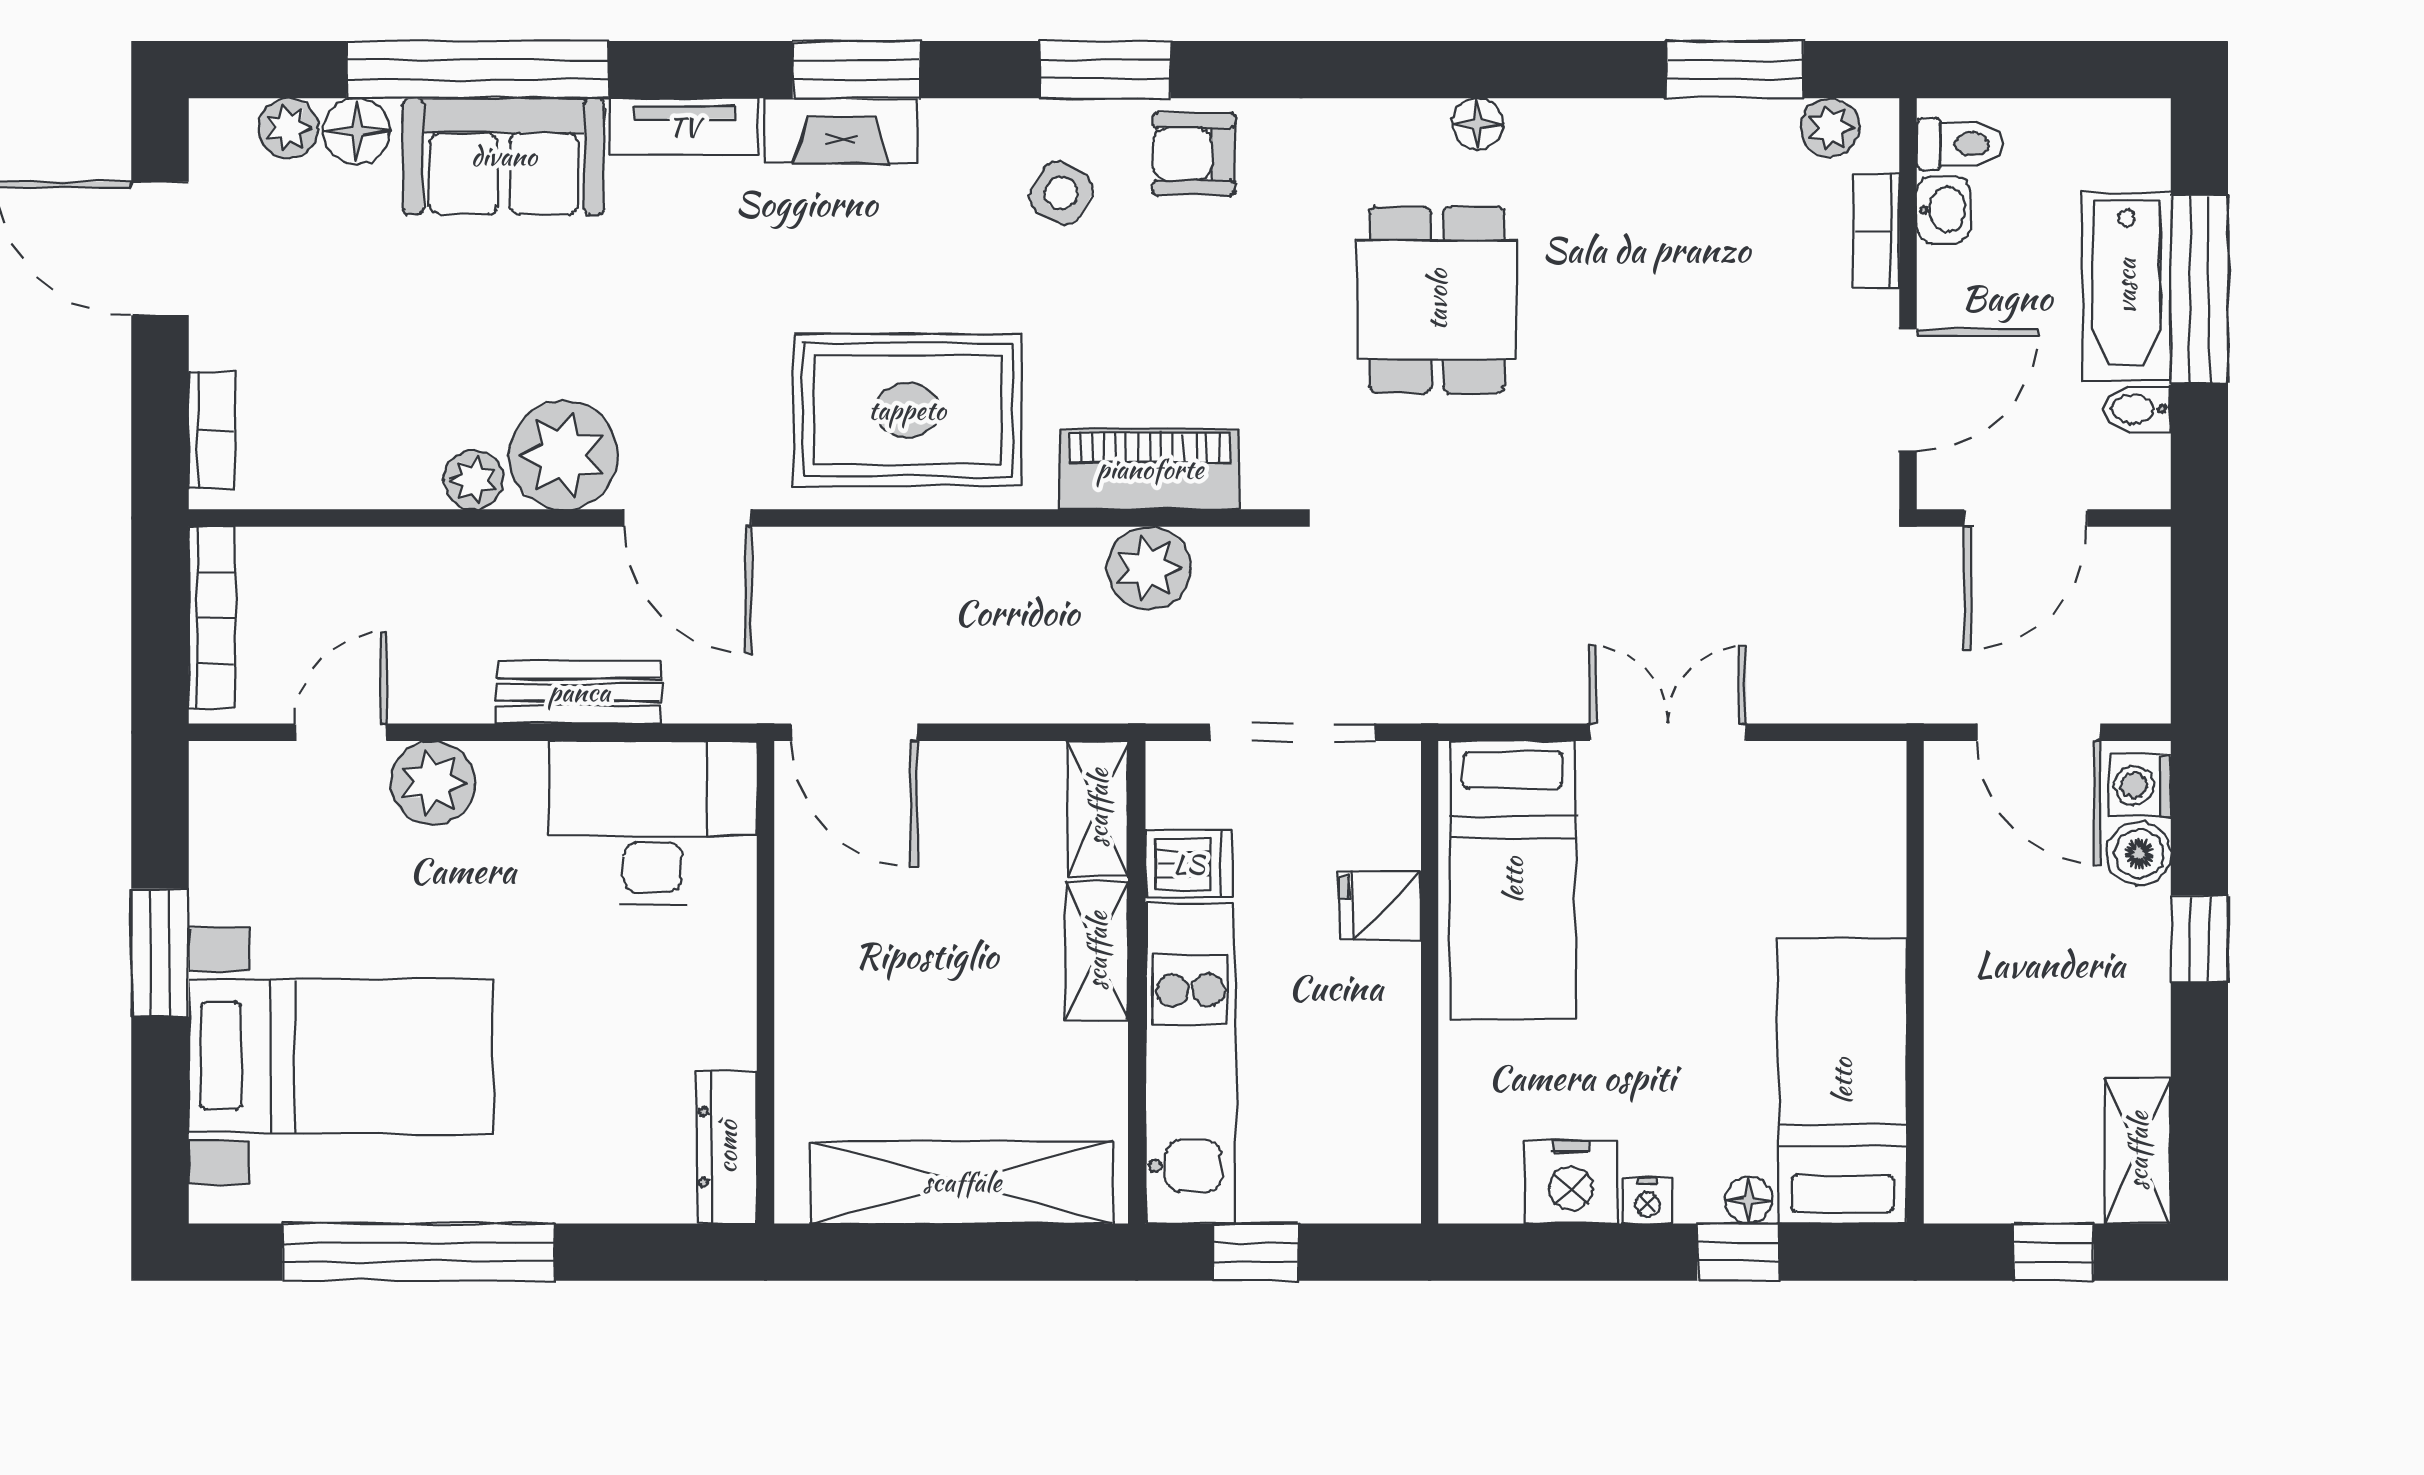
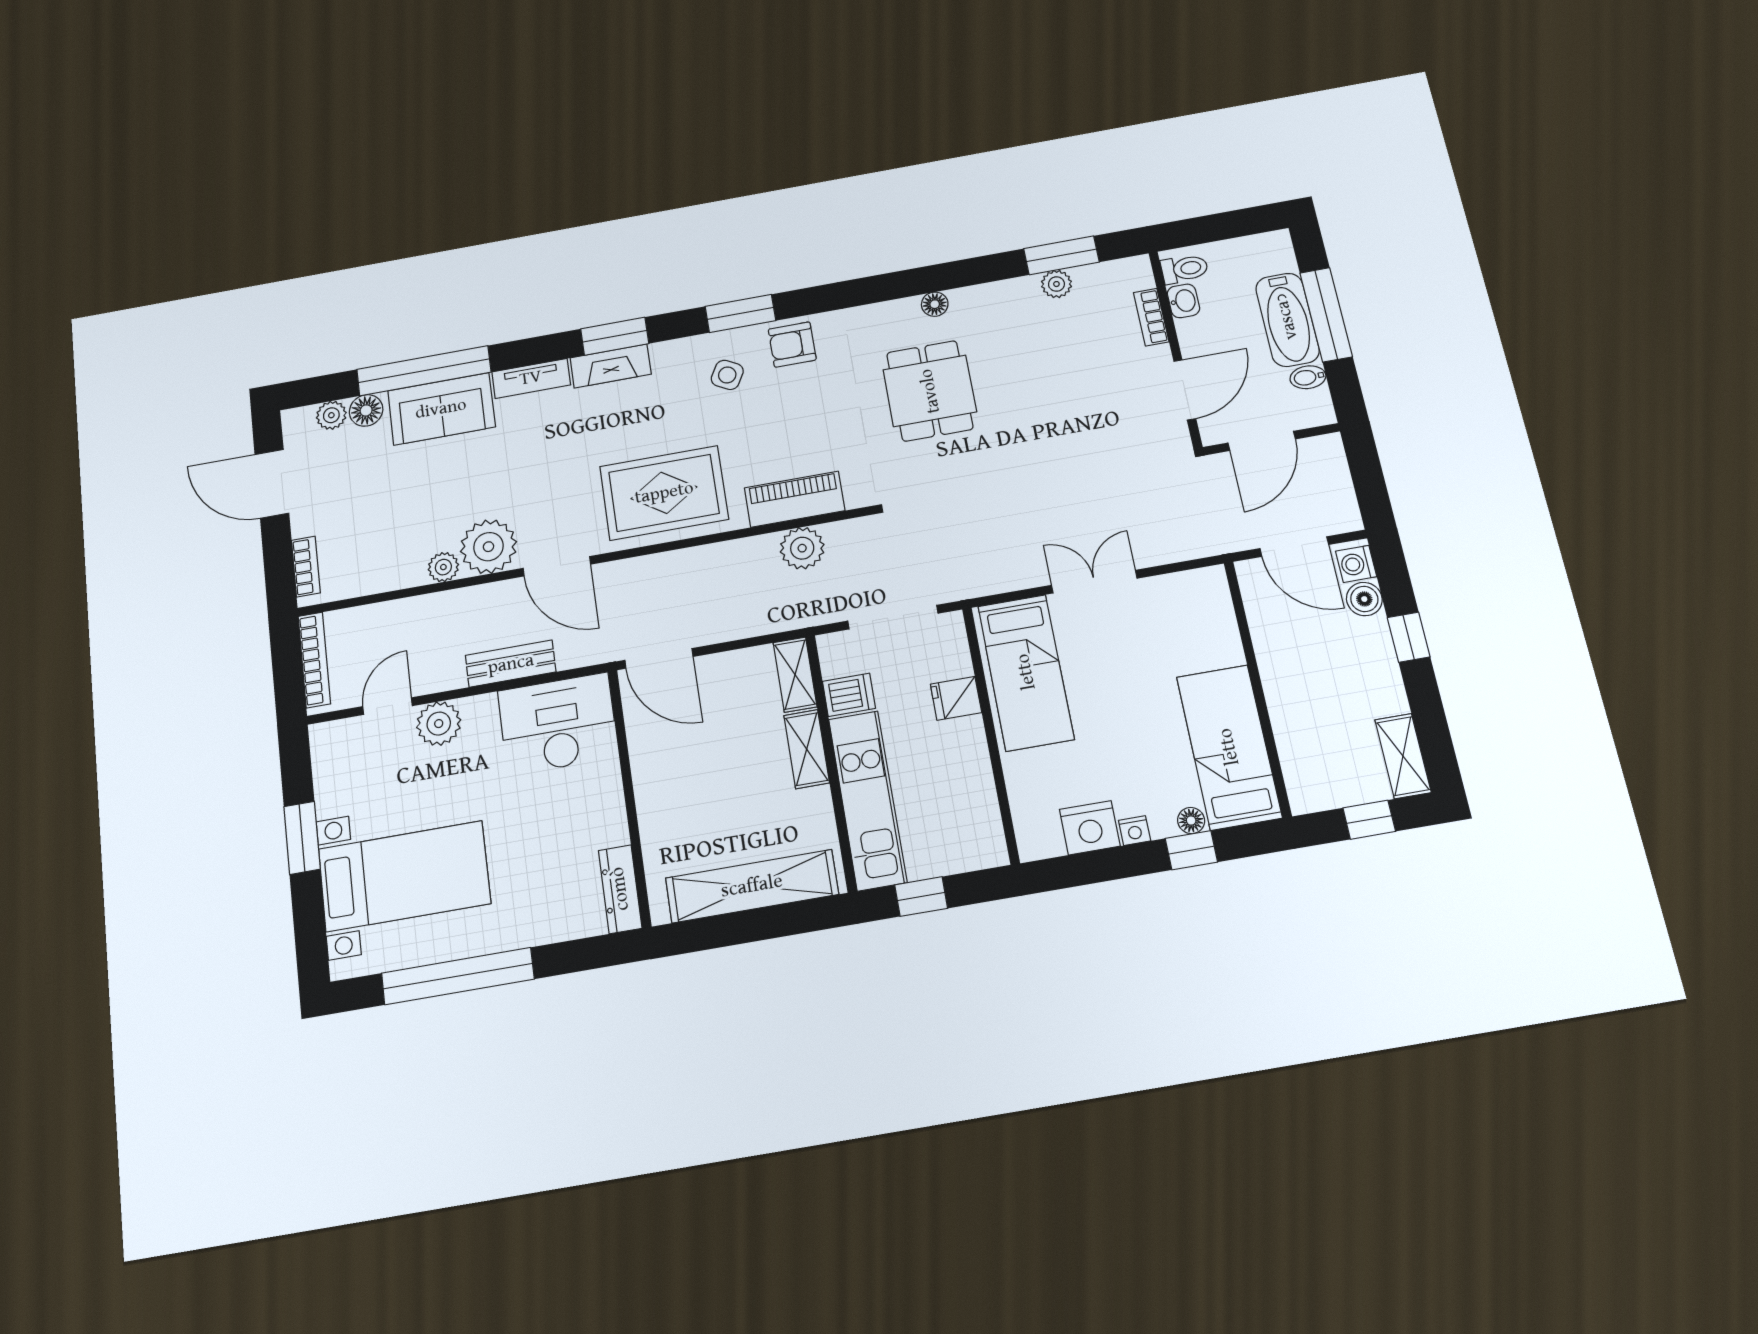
plant: (1830, 128) -> (1056, 284), moved

